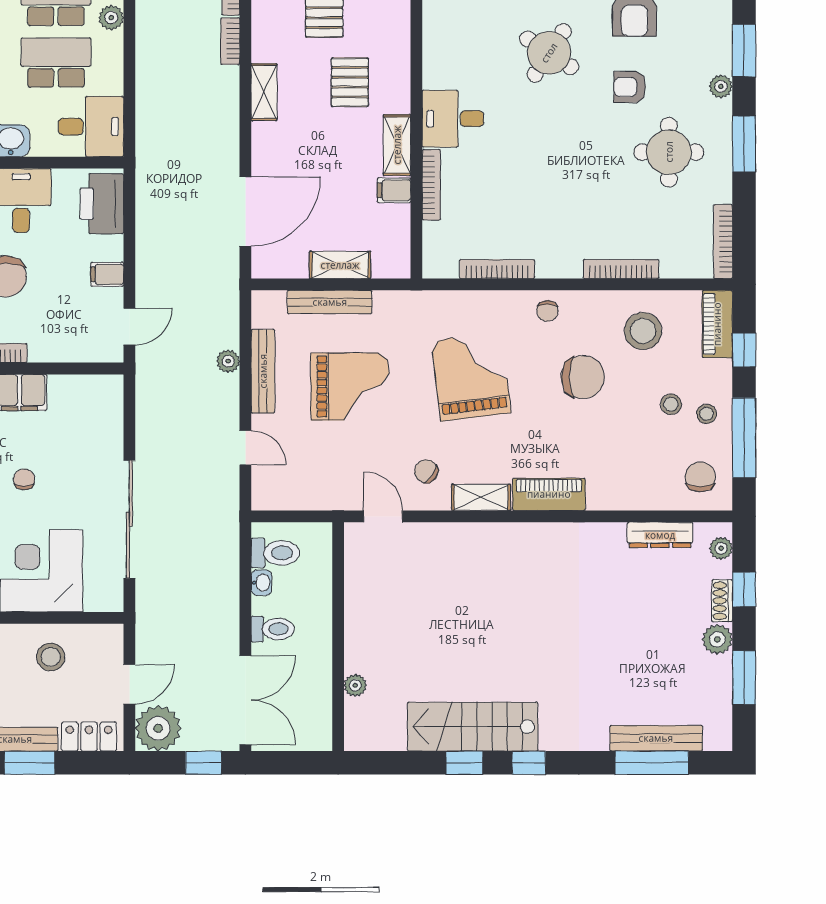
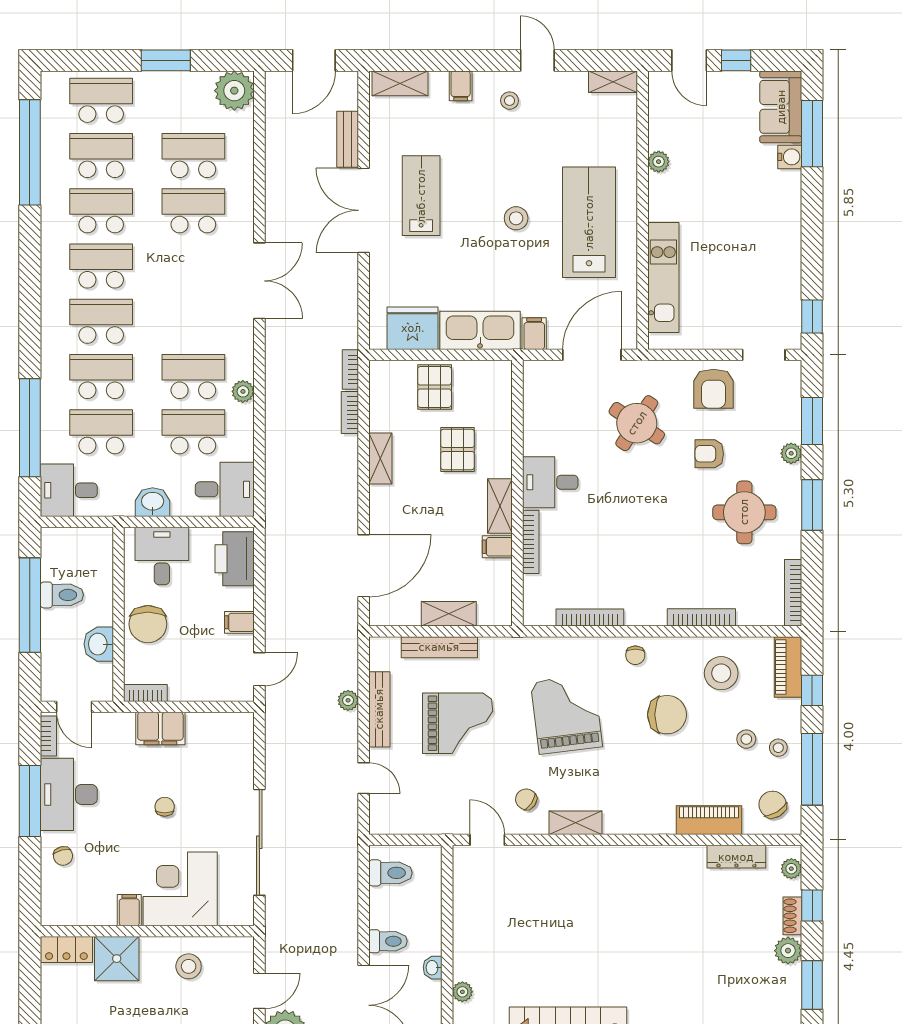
chair: (700, 477) -> (773, 804), turned -31
piano: (549, 494) -> (709, 820), moved
washbasin: (261, 583) -> (433, 968), moved, turned 180

